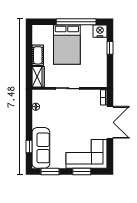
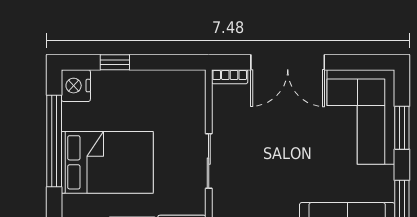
double door: (110, 122) -> (288, 62), swing flipped

